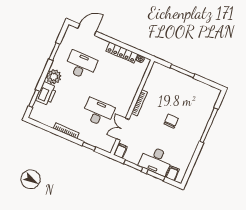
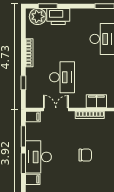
plant: (54, 77) -> (38, 17), moved
filing cabinet: (130, 92) -> (96, 101), added

